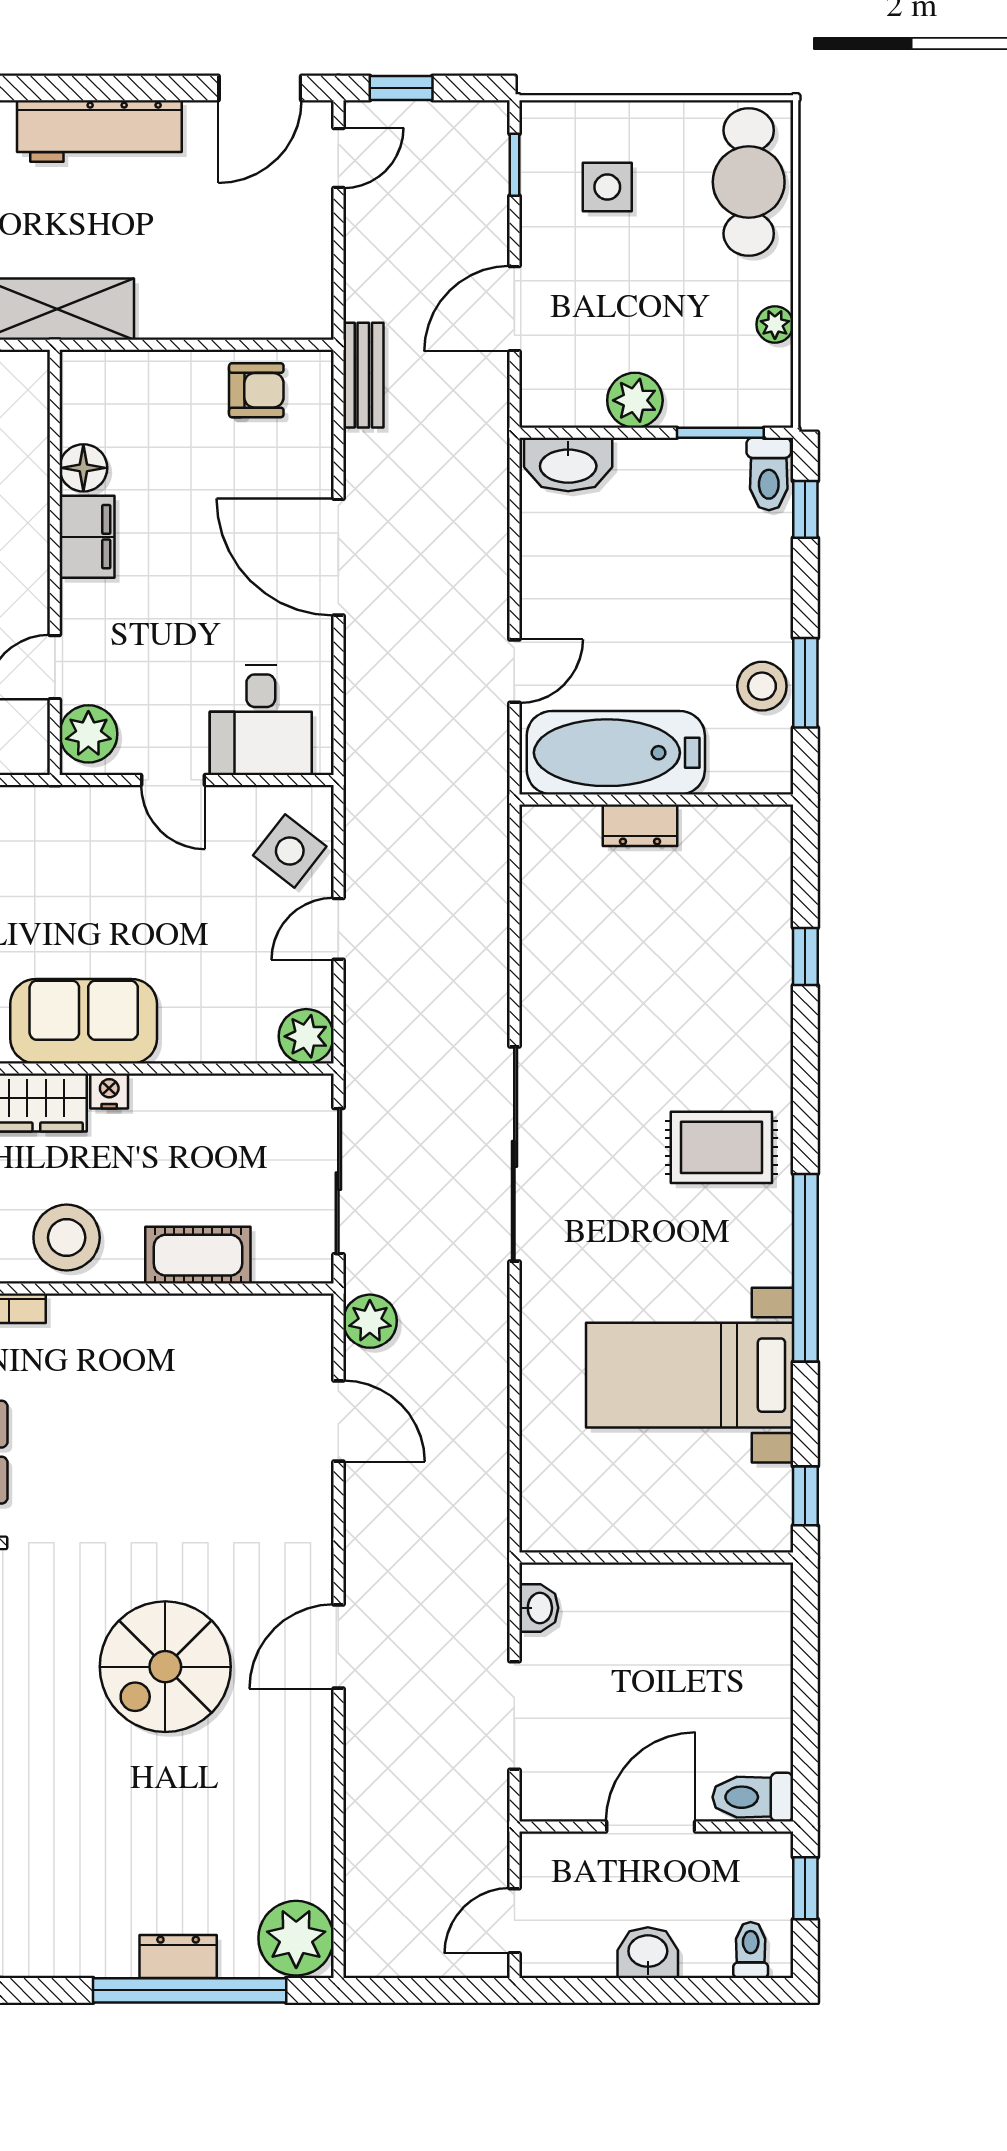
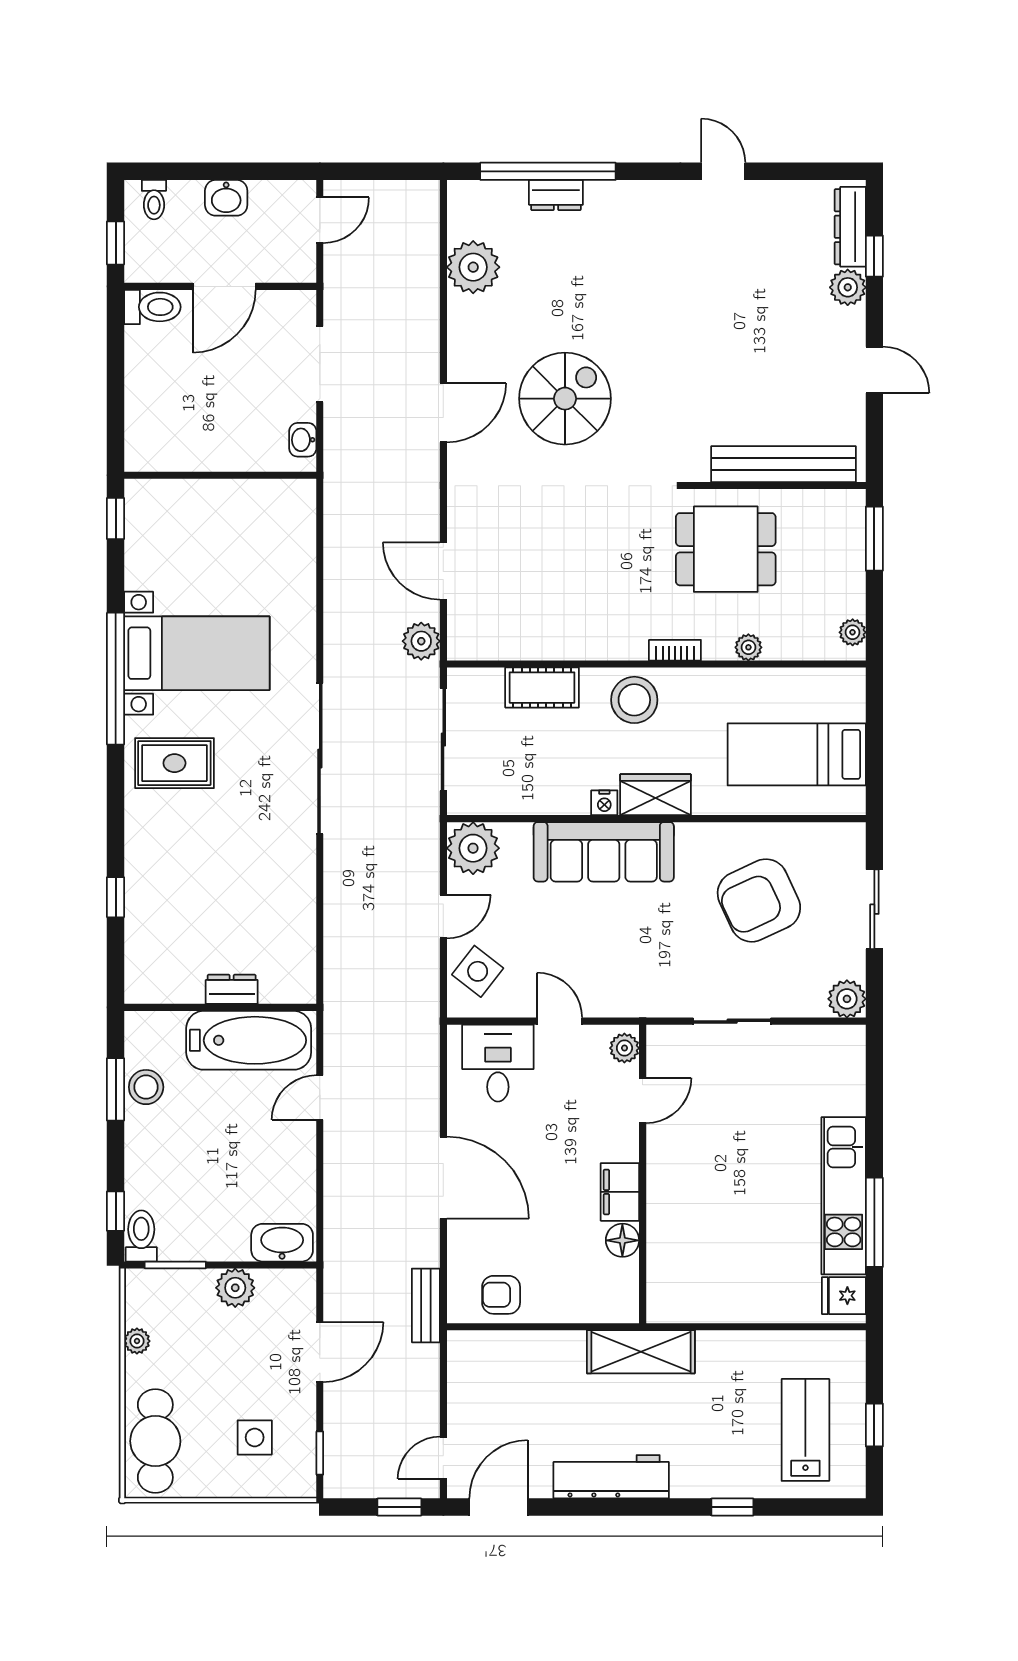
plant: (88, 734) -> (624, 1048), width x0.73, depth x0.73
sofa: (84, 1021) -> (604, 852), width x1.36
plant: (306, 1036) -> (473, 848), width x1.36, depth x1.36
bed with nightstands: (690, 1375) -> (197, 653), moved
plant: (296, 1938) -> (473, 267), moved

